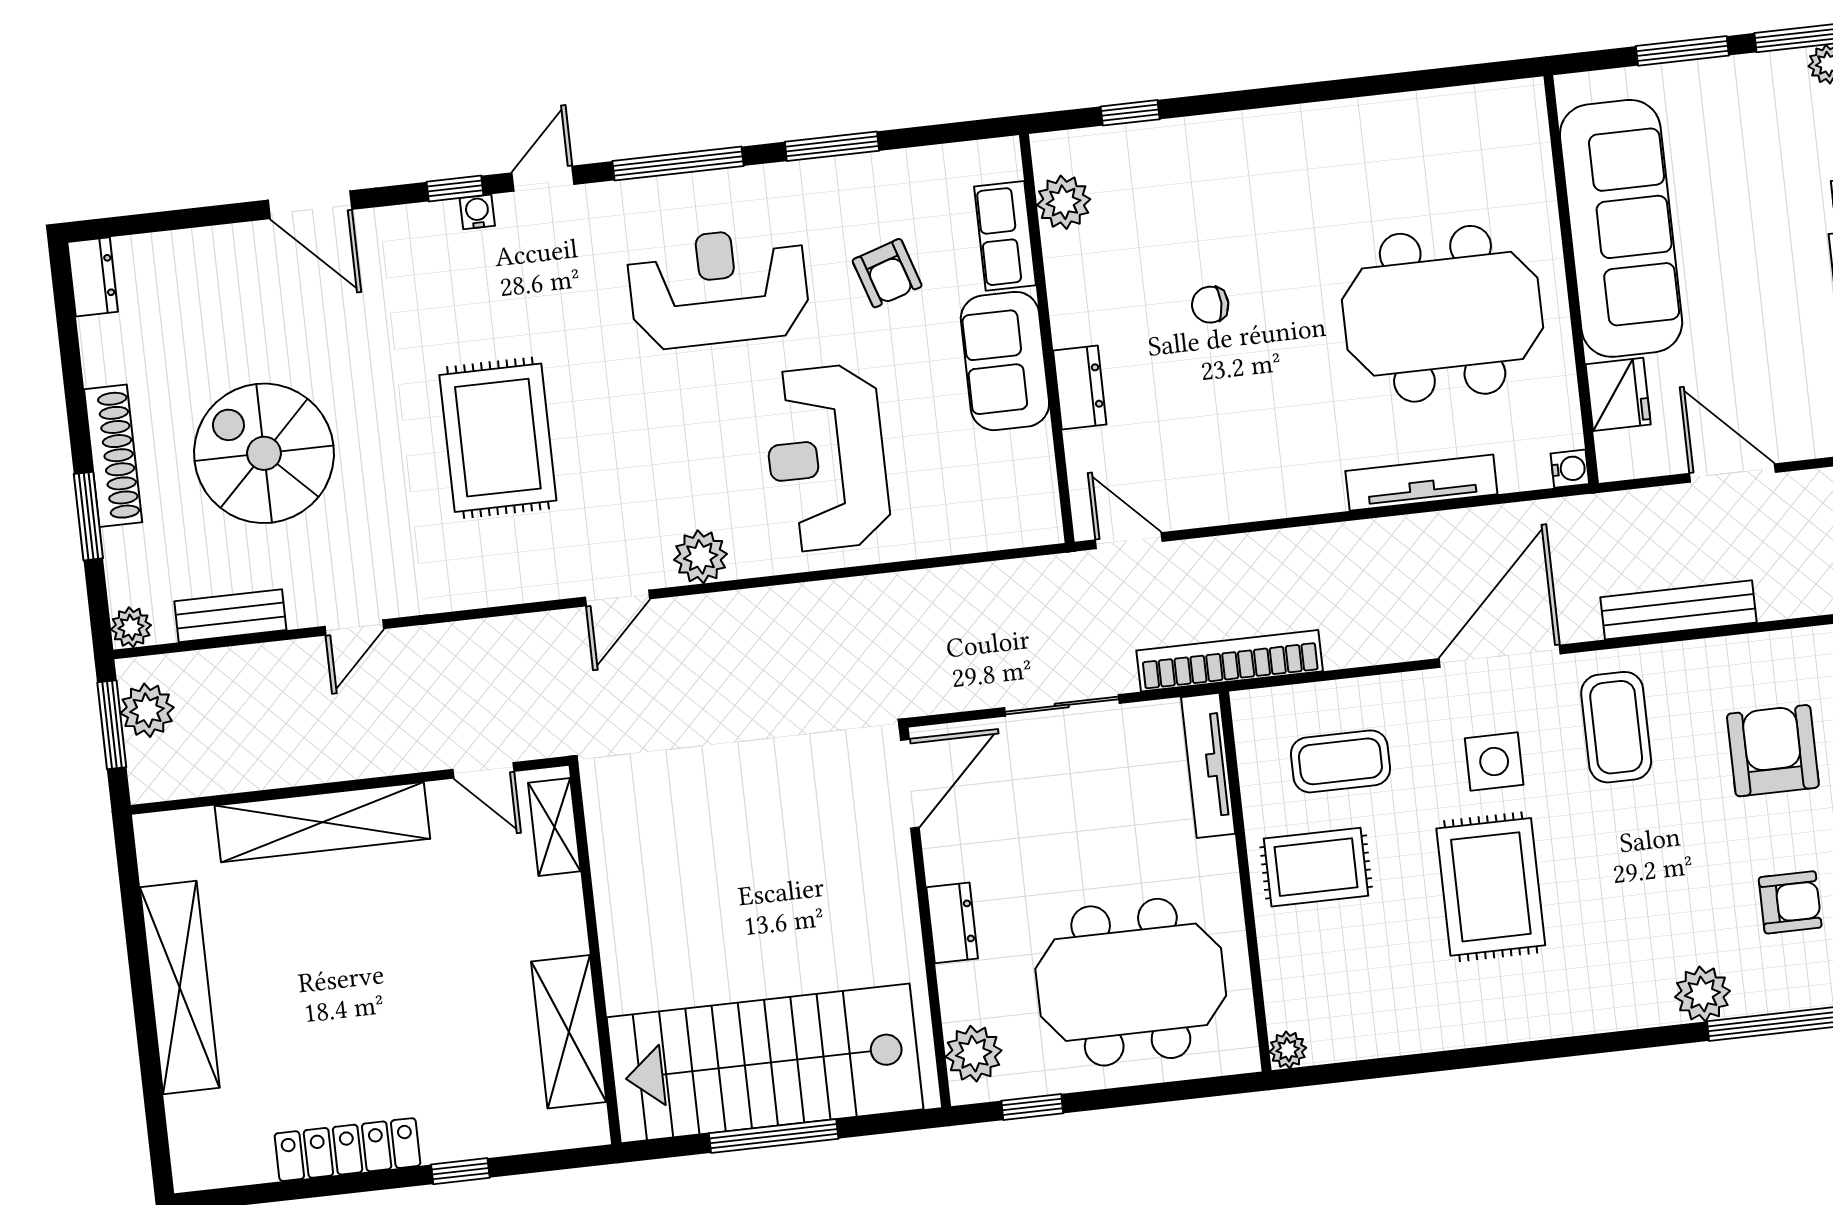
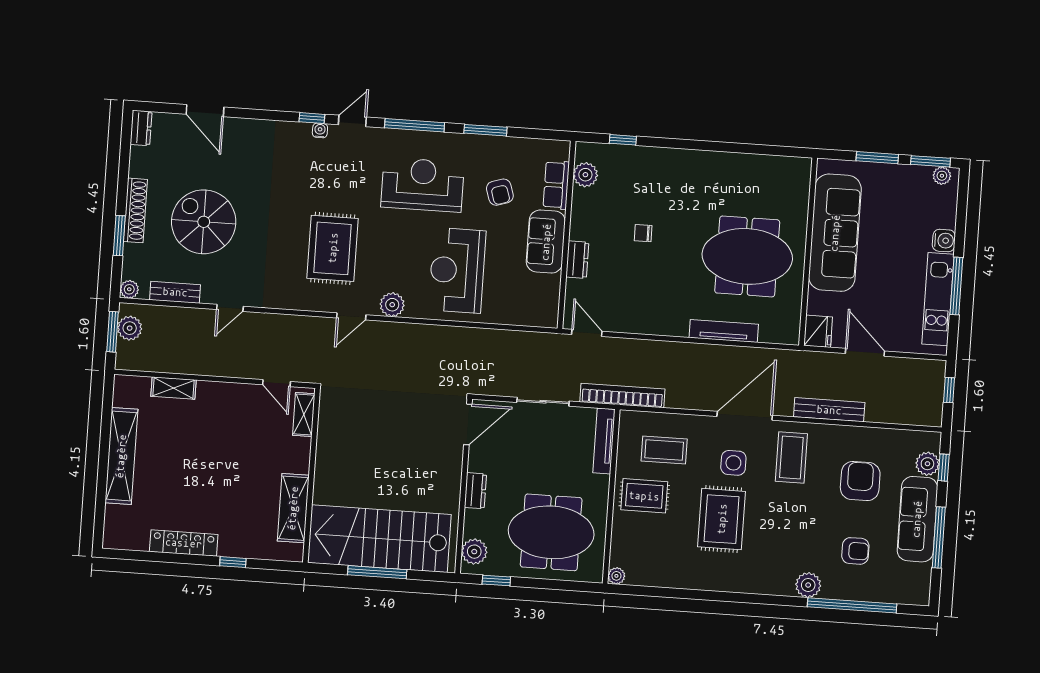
door: (310, 205) -> (205, 111), moved
fridge: (1618, 394) -> (818, 331), moved
rug: (498, 438) -> (333, 248), moved
water cooler: (1570, 469) -> (792, 337), removed
shelving: (322, 822) -> (173, 388), width x0.45, depth x0.75

